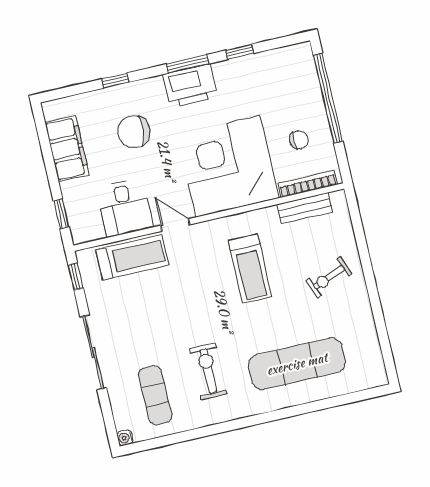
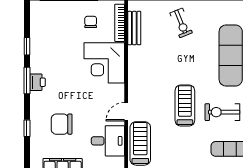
printer: (190, 86) -> (37, 82), width x0.53, depth x0.68
chair: (134, 132) -> (62, 124), turned 85
corner desk: (228, 166) -> (104, 63), width x0.74, depth x0.74
treadmill: (250, 269) -> (185, 106), moved, turned -90

